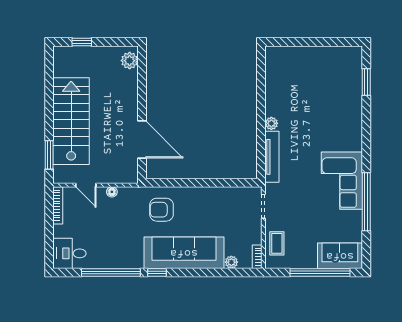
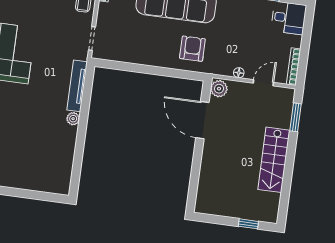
plant: (130, 61) -> (219, 89), moved
stairs: (71, 121) -> (274, 160), width x0.73, depth x0.66
door: (86, 185) -> (263, 83), hinge flipped
armchair: (161, 210) -> (192, 49), turned -90

